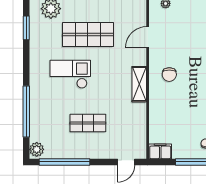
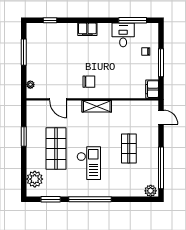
checkout: (70, 74) -> (89, 163), turned 180
window: (26, 112) -> (90, 199), moved

